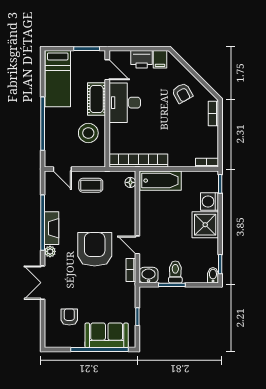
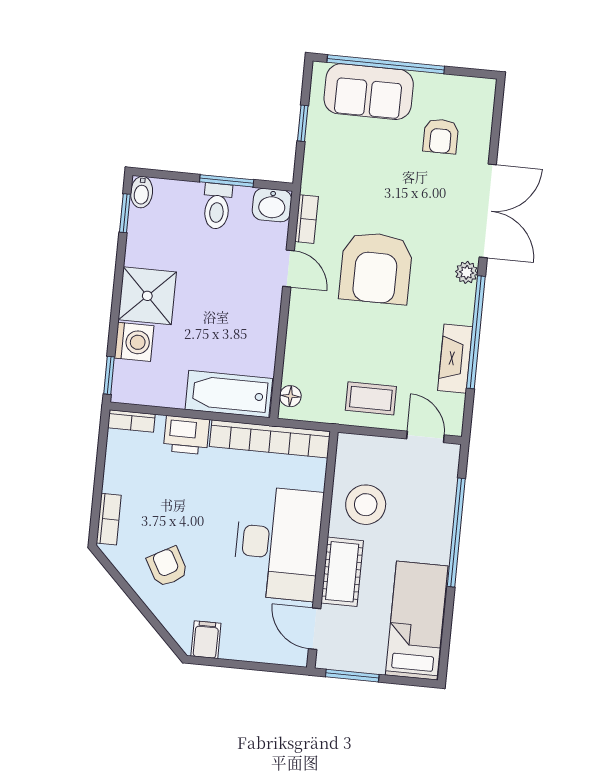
printer: (142, 59) -> (186, 435), moved, turned 180
desk: (125, 103) -> (278, 543), width x1.36, depth x1.30
fireplace: (51, 228) -> (455, 359), moved
double door: (43, 283) -> (488, 211), width x1.37

